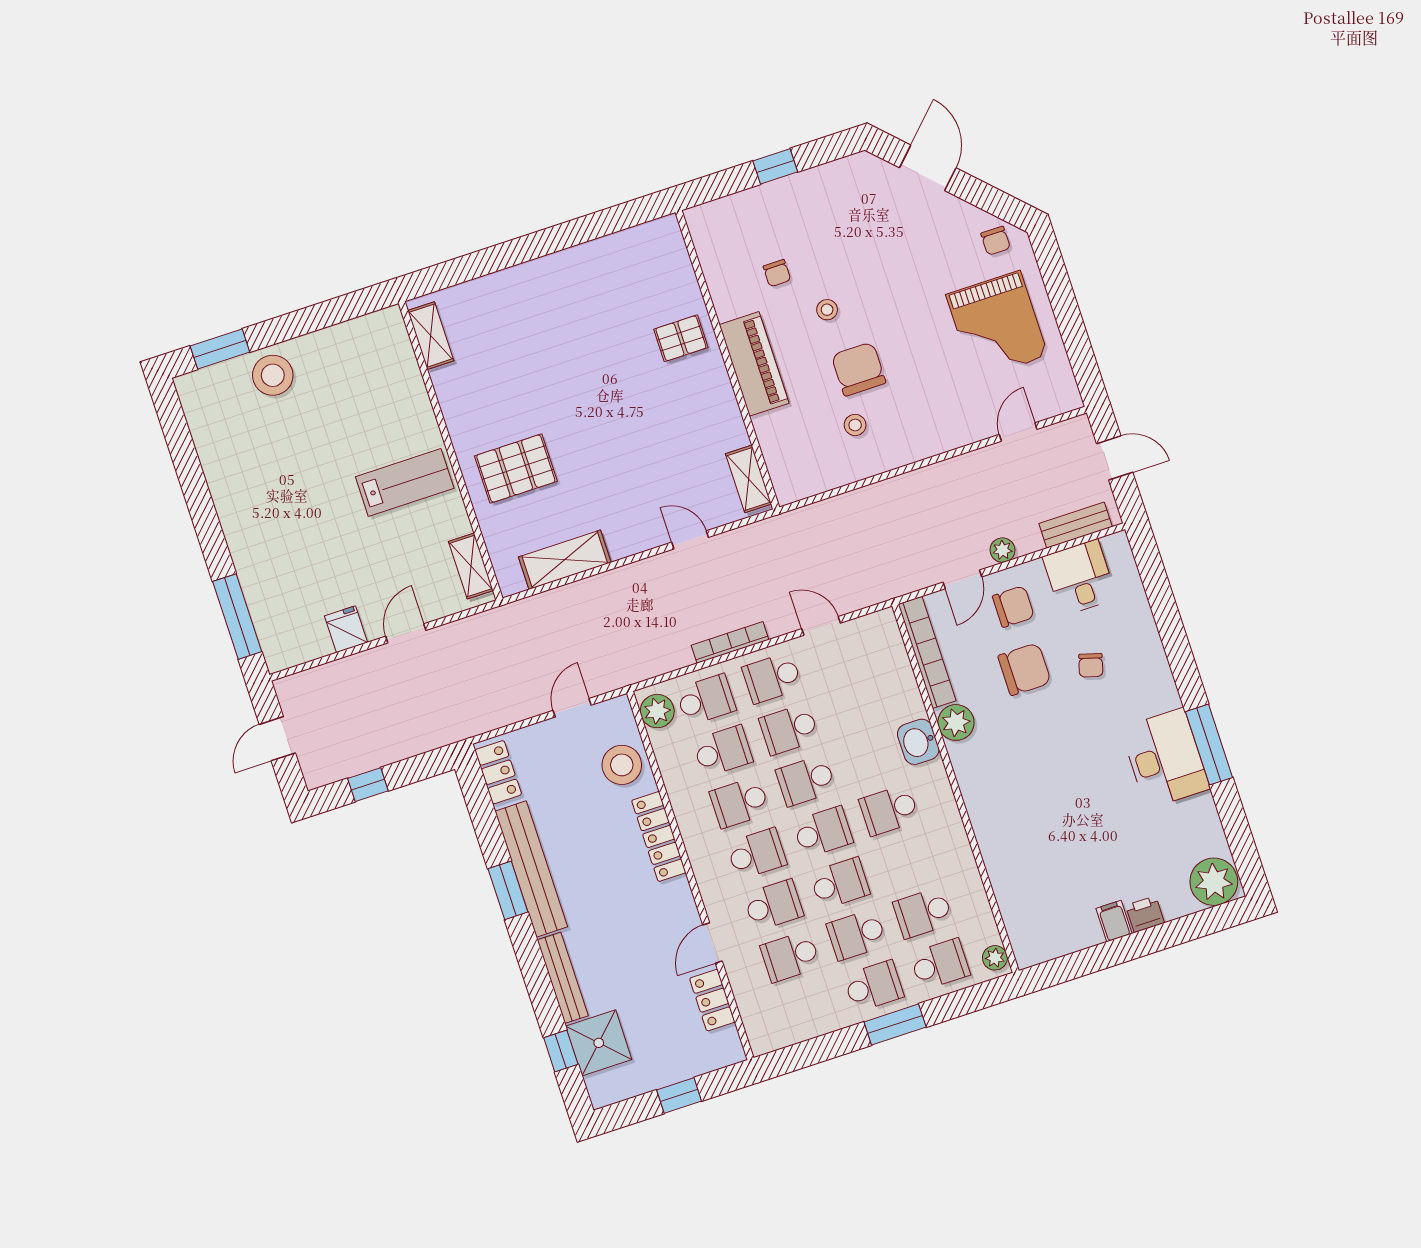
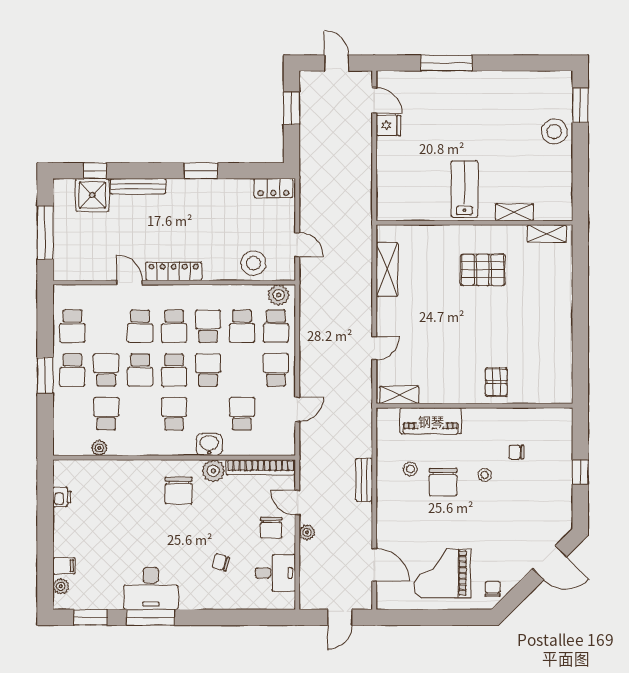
chair: (996, 241) -> (493, 589), turned 90
piano: (754, 364) -> (431, 421), moved
chair: (859, 369) -> (443, 482), turned 90
door: (1018, 432) -> (374, 565), width x1.38
pallet: (516, 469) -> (483, 270), moved, turned 90
lab bench: (405, 482) -> (464, 189), turned 180
bench: (1076, 525) -> (364, 480), moved
shelving: (471, 566) -> (514, 212), moved
window: (237, 617) -> (446, 63), moved
door: (406, 633) -> (374, 100), moved
bookcase: (730, 642) -> (305, 352), removed
chair: (1024, 669) -> (179, 491), moved
school desk: (789, 729) -> (242, 414), moved
window: (368, 785) -> (292, 108), width x1.50
window: (1239, 835) -> (91, 617), added
locker: (659, 836) -> (174, 271), moved
bench: (531, 869) -> (209, 189), removed
plant: (1214, 882) -> (61, 586), width x0.53, depth x0.53
printer: (1145, 914) -> (62, 497), moved
filing cabinet: (1114, 921) -> (64, 566), moved
school desk: (790, 956) -> (72, 326), moved, turned 180
plant: (995, 958) -> (99, 448), moved
school desk: (940, 964) -> (72, 414), removed
locker: (712, 1000) -> (96, 271), removed
window: (679, 1096) -> (45, 233), width x2.17

